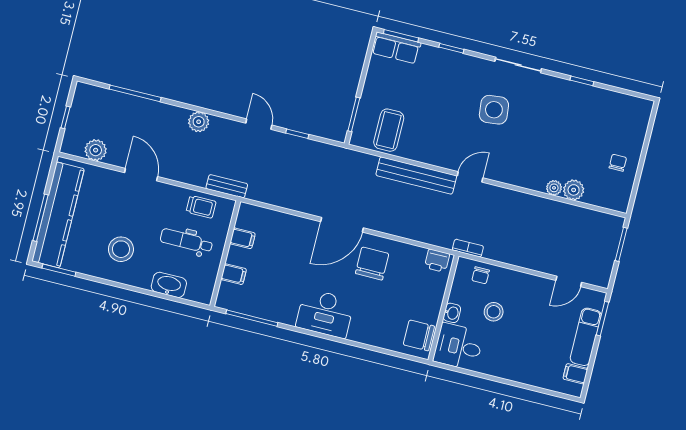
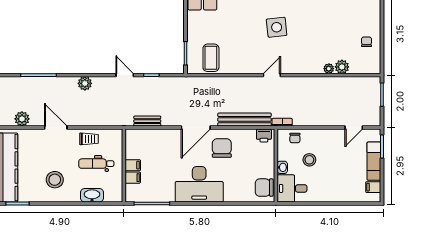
bench: (416, 175) -> (244, 120), moved
bench: (227, 186) -> (147, 121), moved
trolley: (201, 207) -> (89, 139), moved
filing cabinet: (243, 238) -> (133, 165), moved
desk: (325, 313) -> (199, 184), width x1.36, depth x1.30

